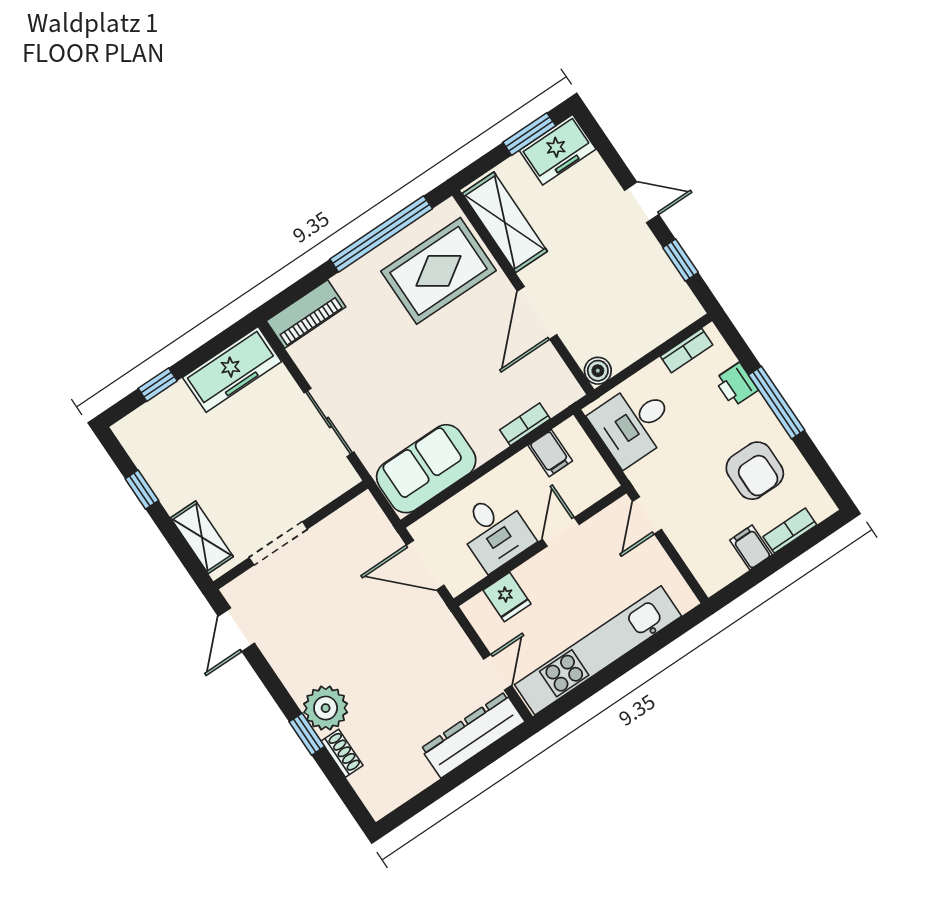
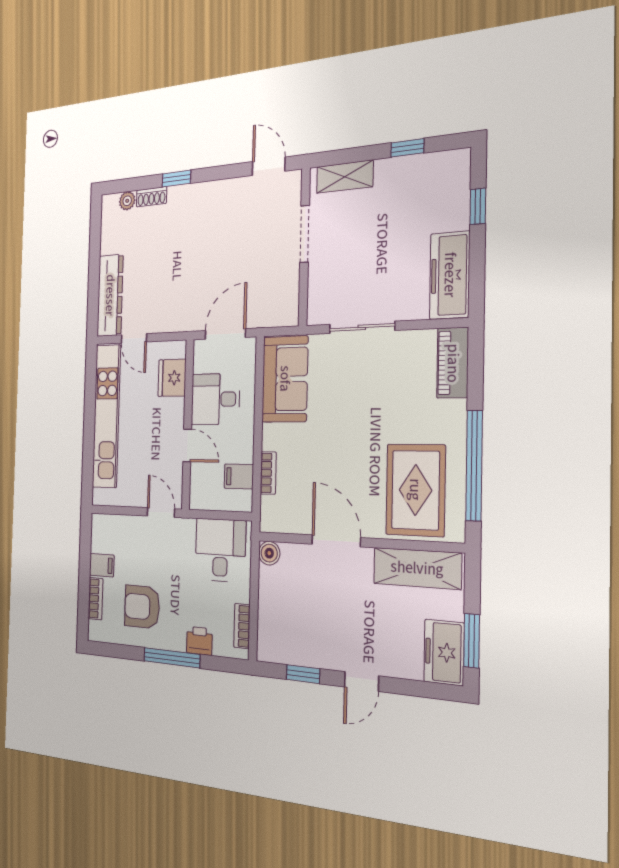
fridge: (507, 597) -> (172, 378), width x1.38
plant: (326, 708) -> (127, 201), moved, width x0.53, depth x0.53

